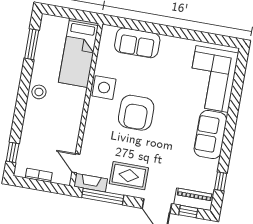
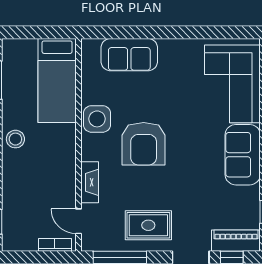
bookcase: (39, 175) -> (55, 245), moved
fireplace: (91, 183) -> (90, 182), moved, turned 90

